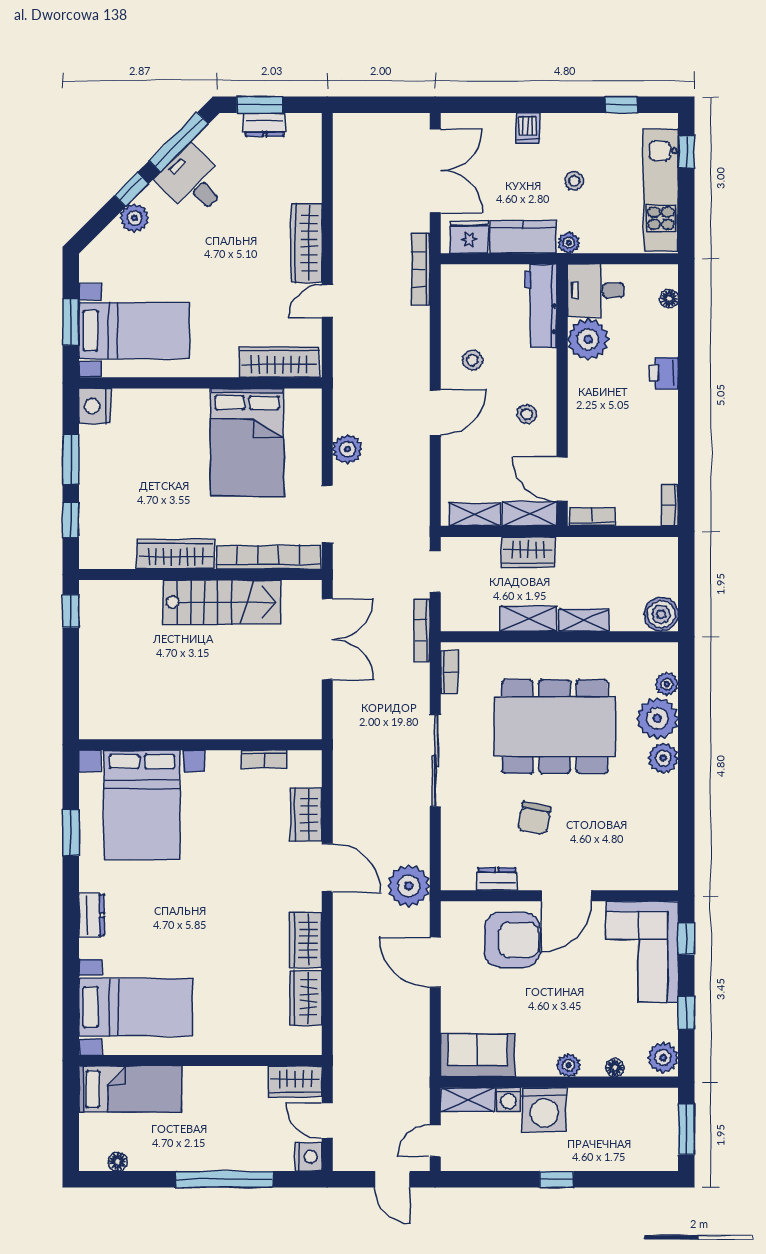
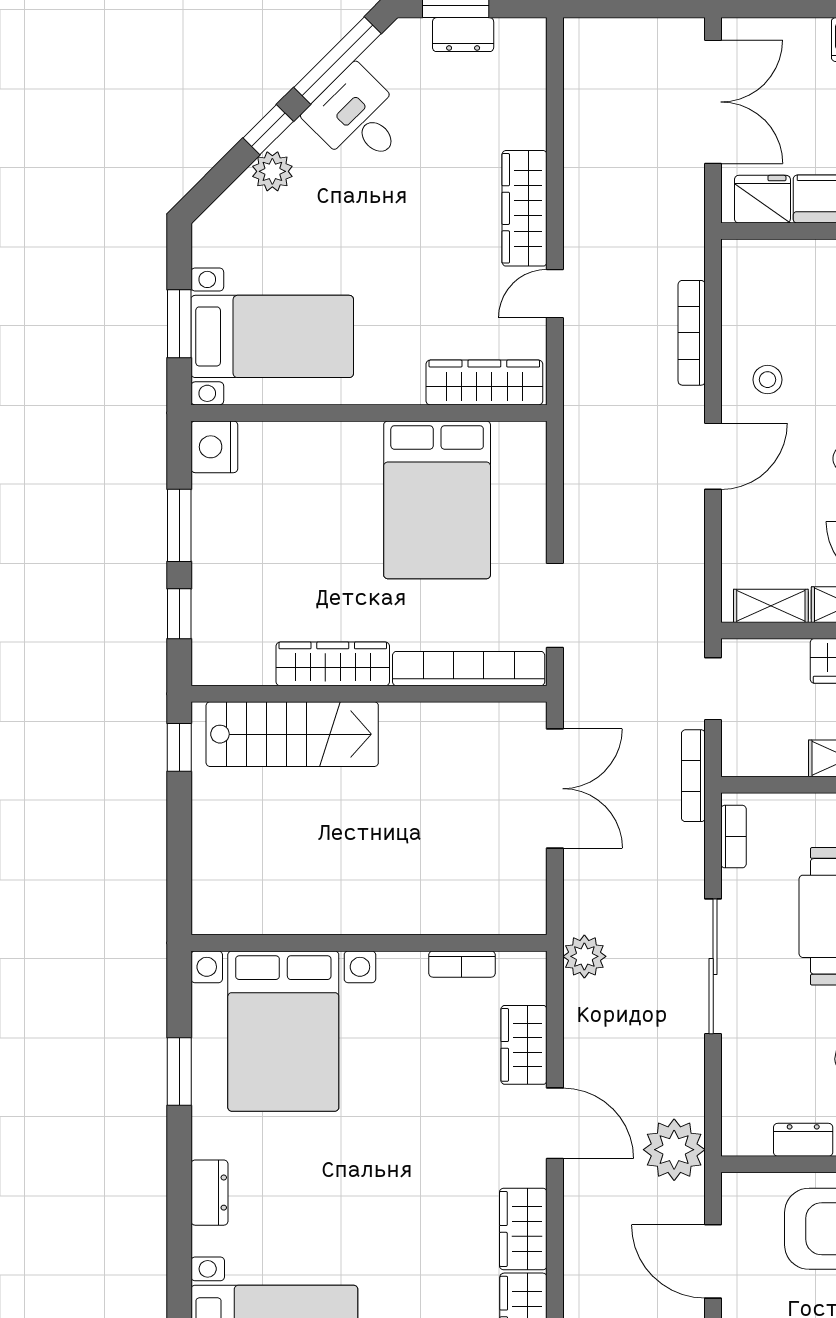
bookcase: (421, 269) -> (692, 333), moved
plant: (347, 449) -> (584, 956), moved
stairs: (222, 602) -> (292, 734), moved

